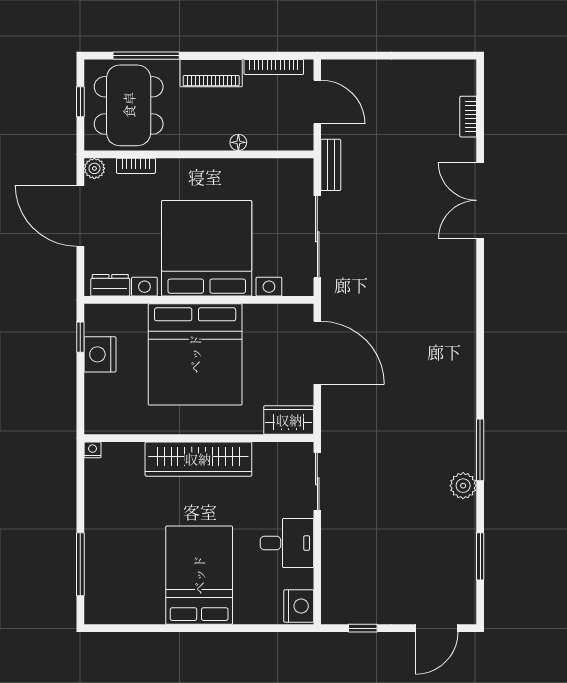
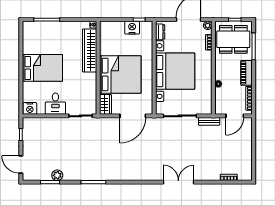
double door: (480, 200) -> (178, 182), moved
bed: (195, 354) -> (120, 75), moved, turned 180
wardrobe: (198, 459) -> (90, 50), moved
plant: (463, 486) -> (57, 175), moved

